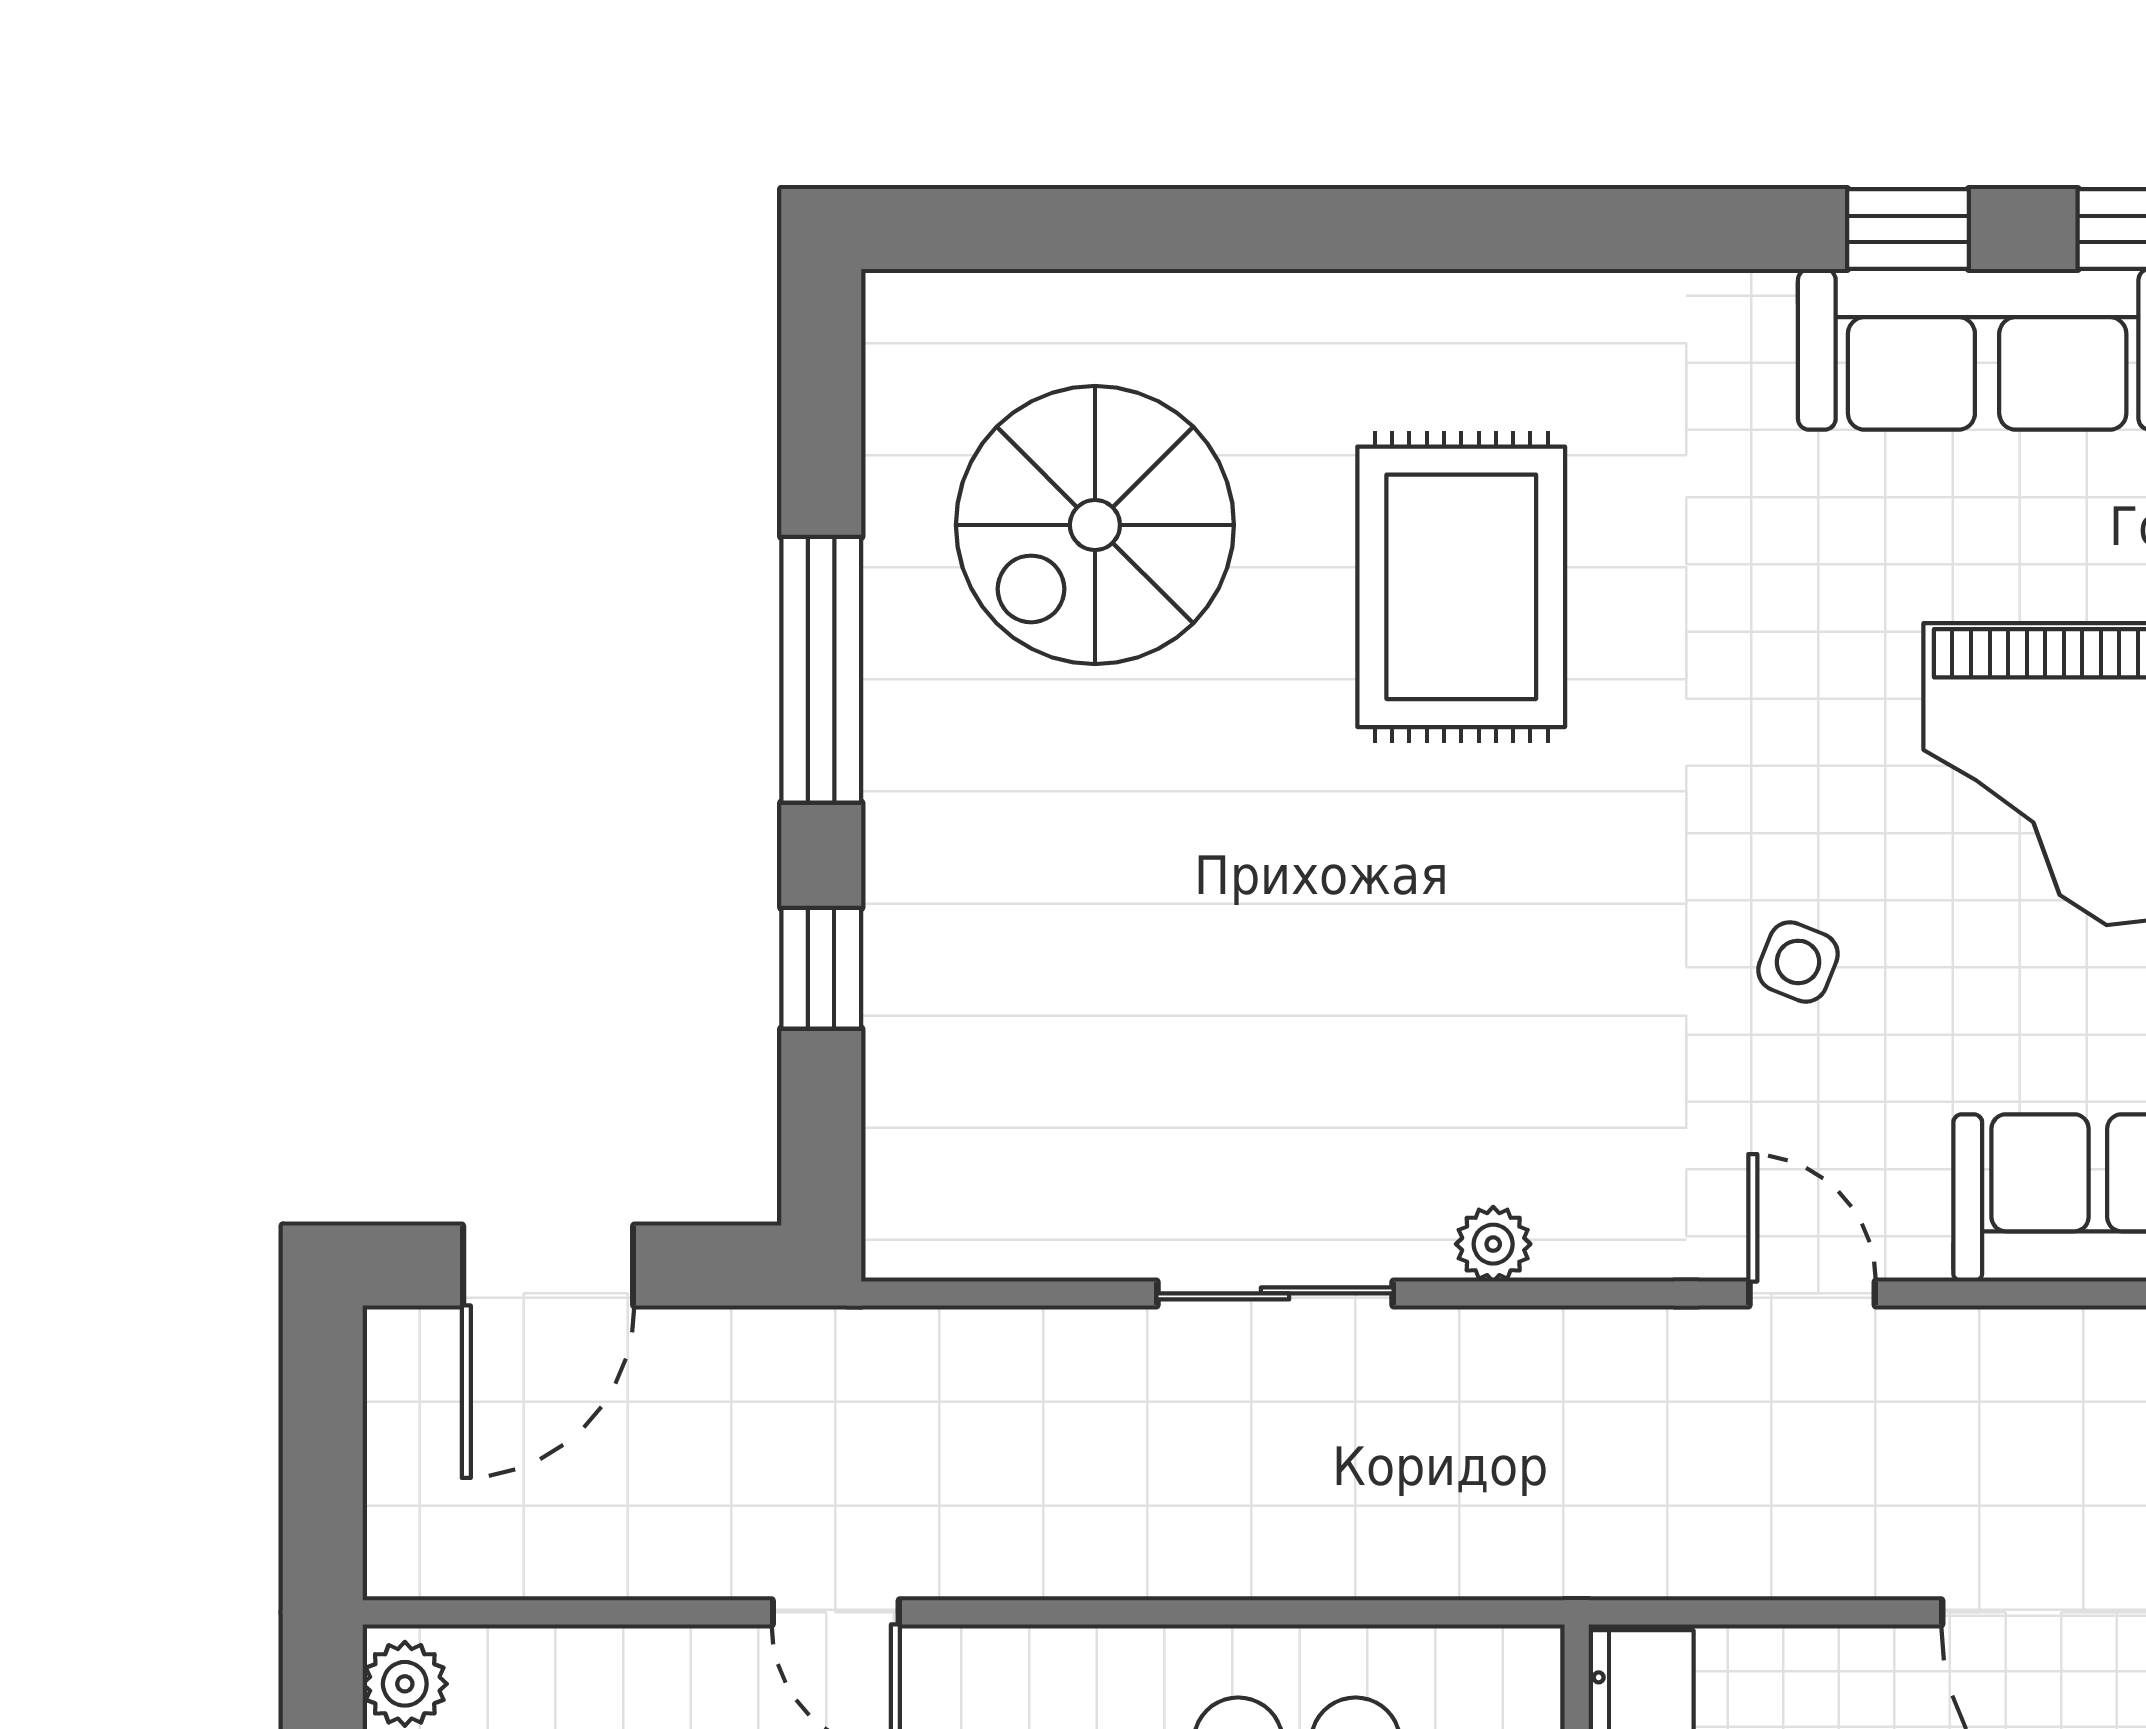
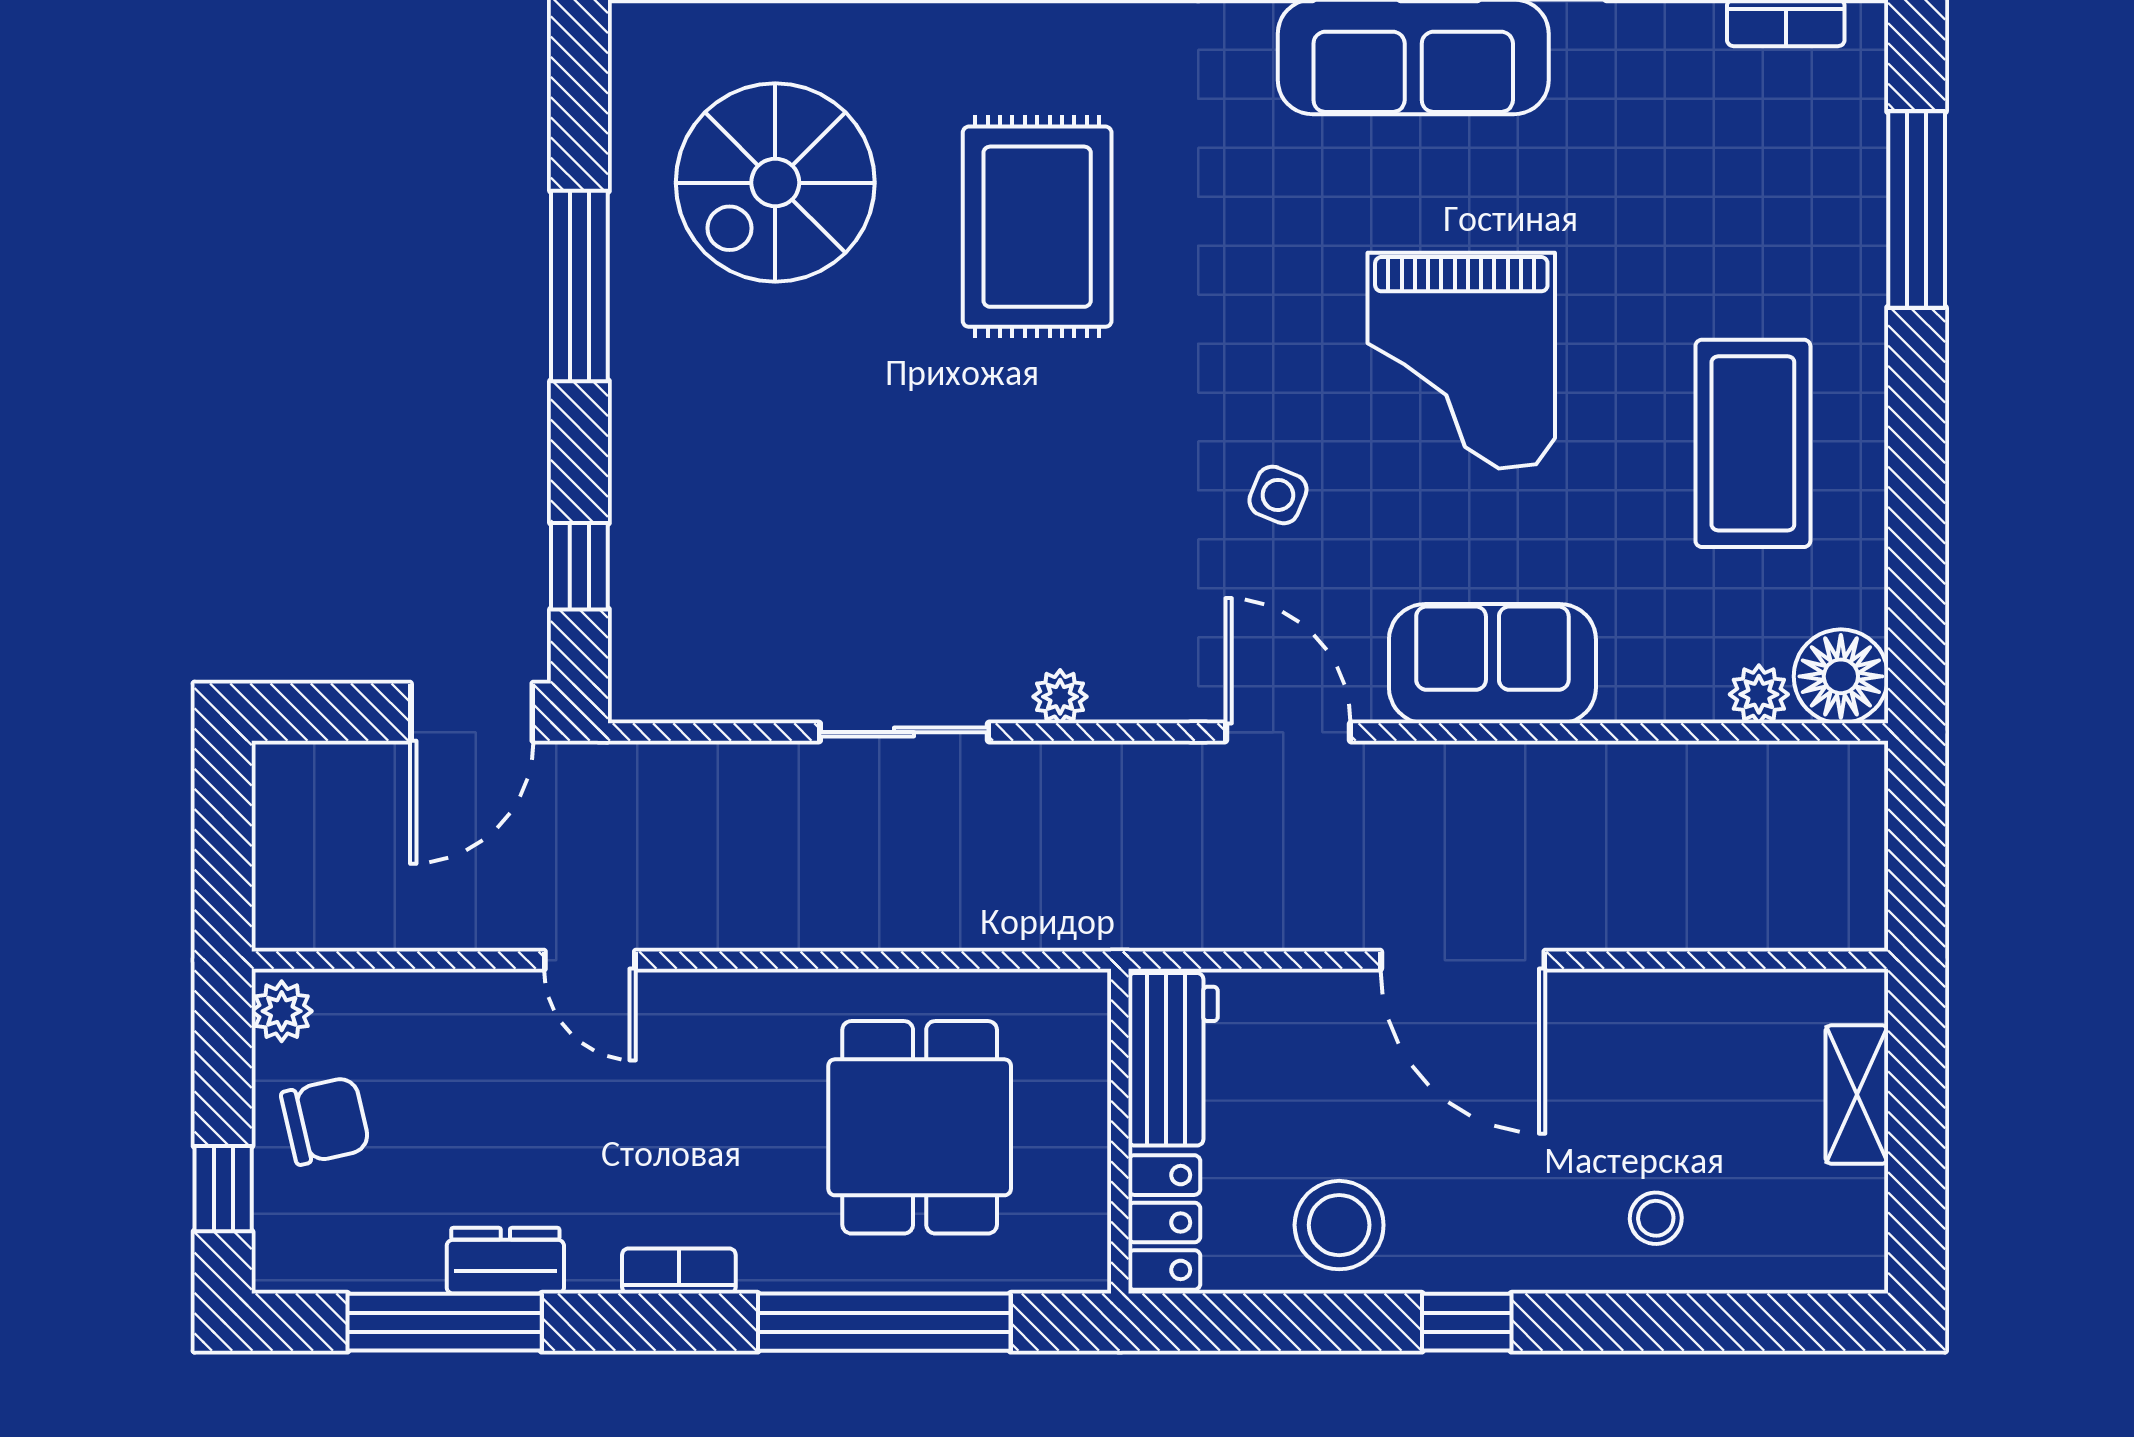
window: (821, 968) -> (579, 566), moved
door: (548, 1266) -> (472, 712), moved
door: (1812, 1293) -> (1288, 732), width x1.38

